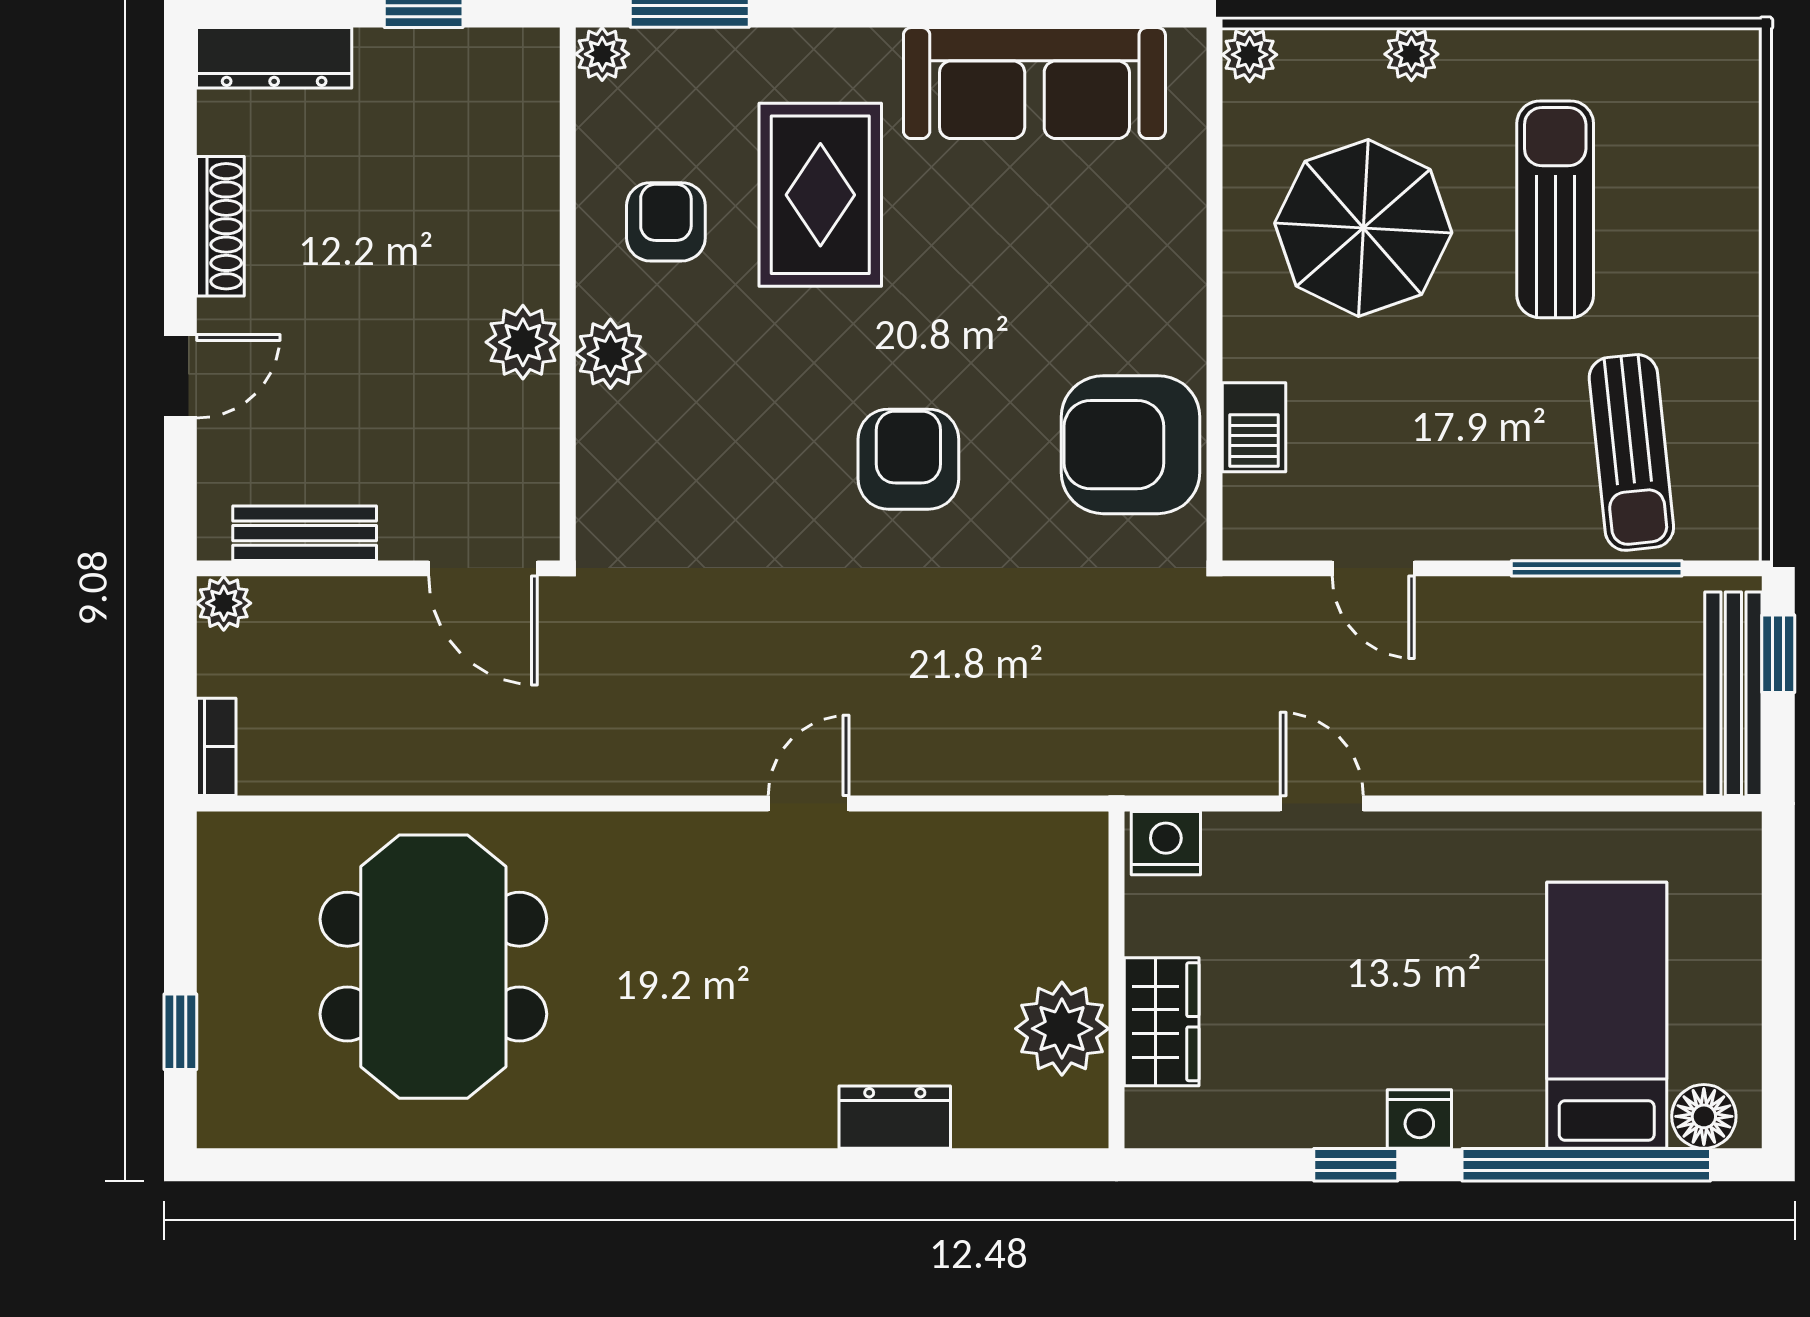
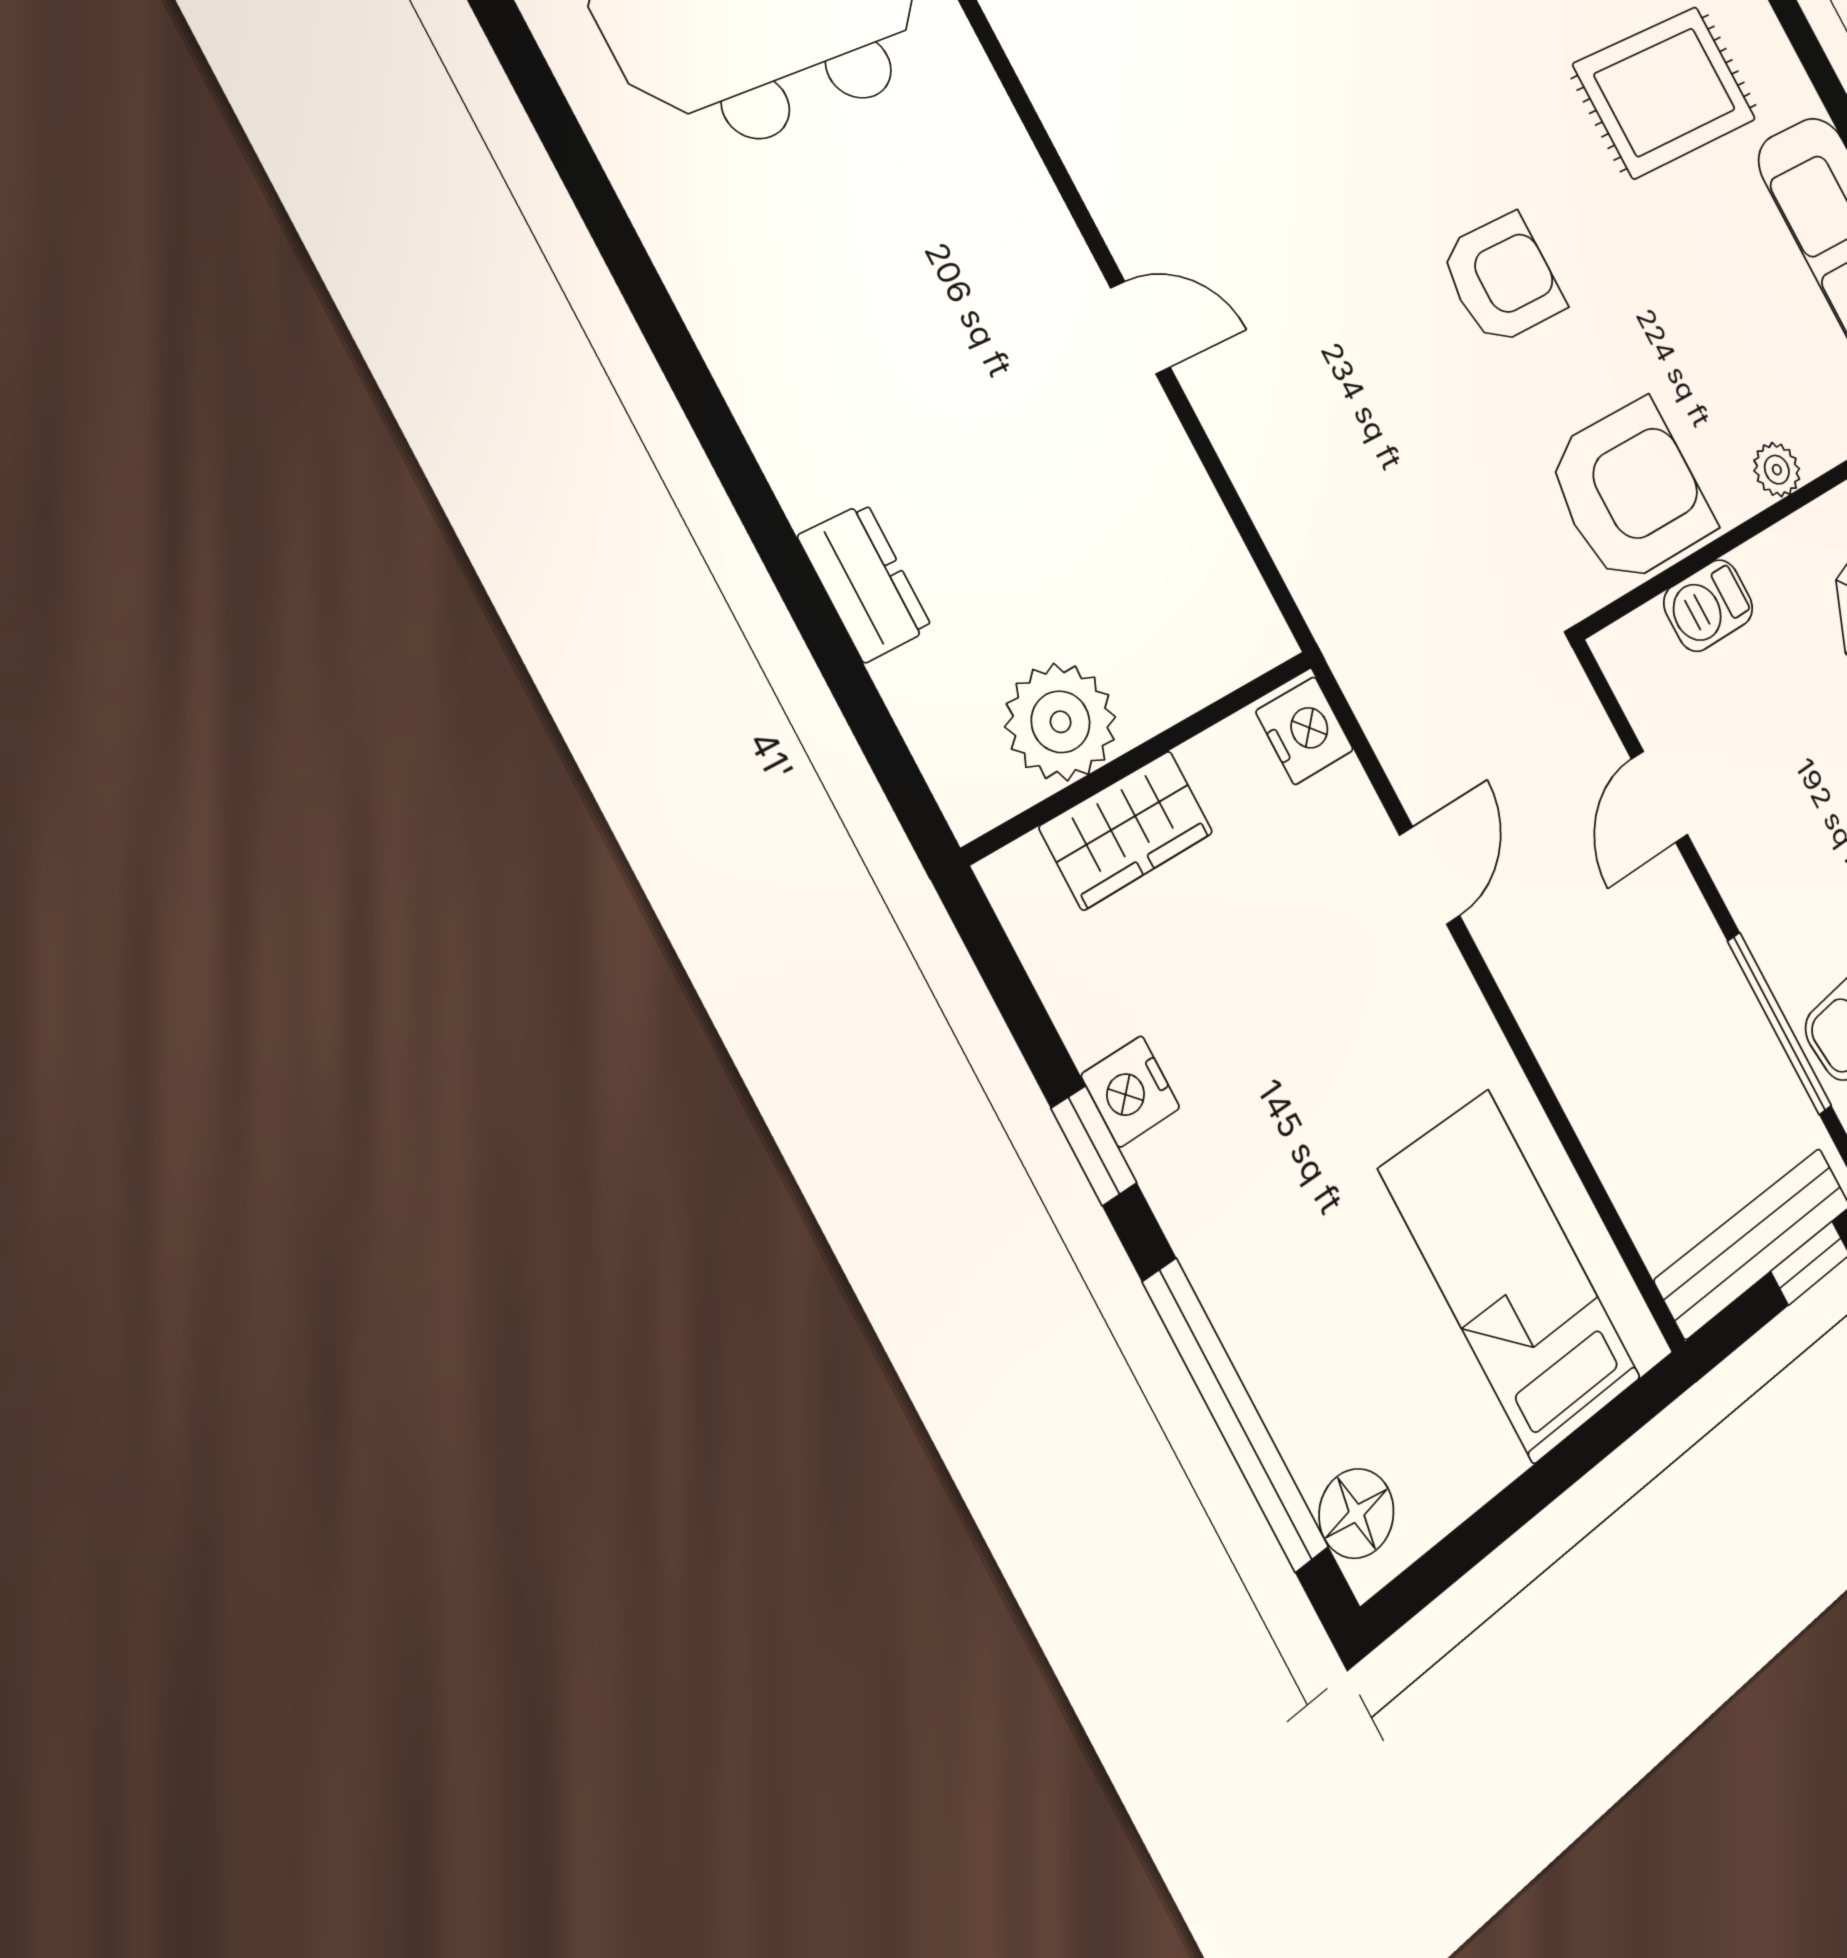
plant: (1181, 287) -> (1777, 470), added
armchair: (1131, 445) -> (1630, 492), turned 90
bed: (1607, 1015) -> (1510, 1274), moved, turned -90
nightstand: (1419, 1119) -> (1131, 1091), moved

